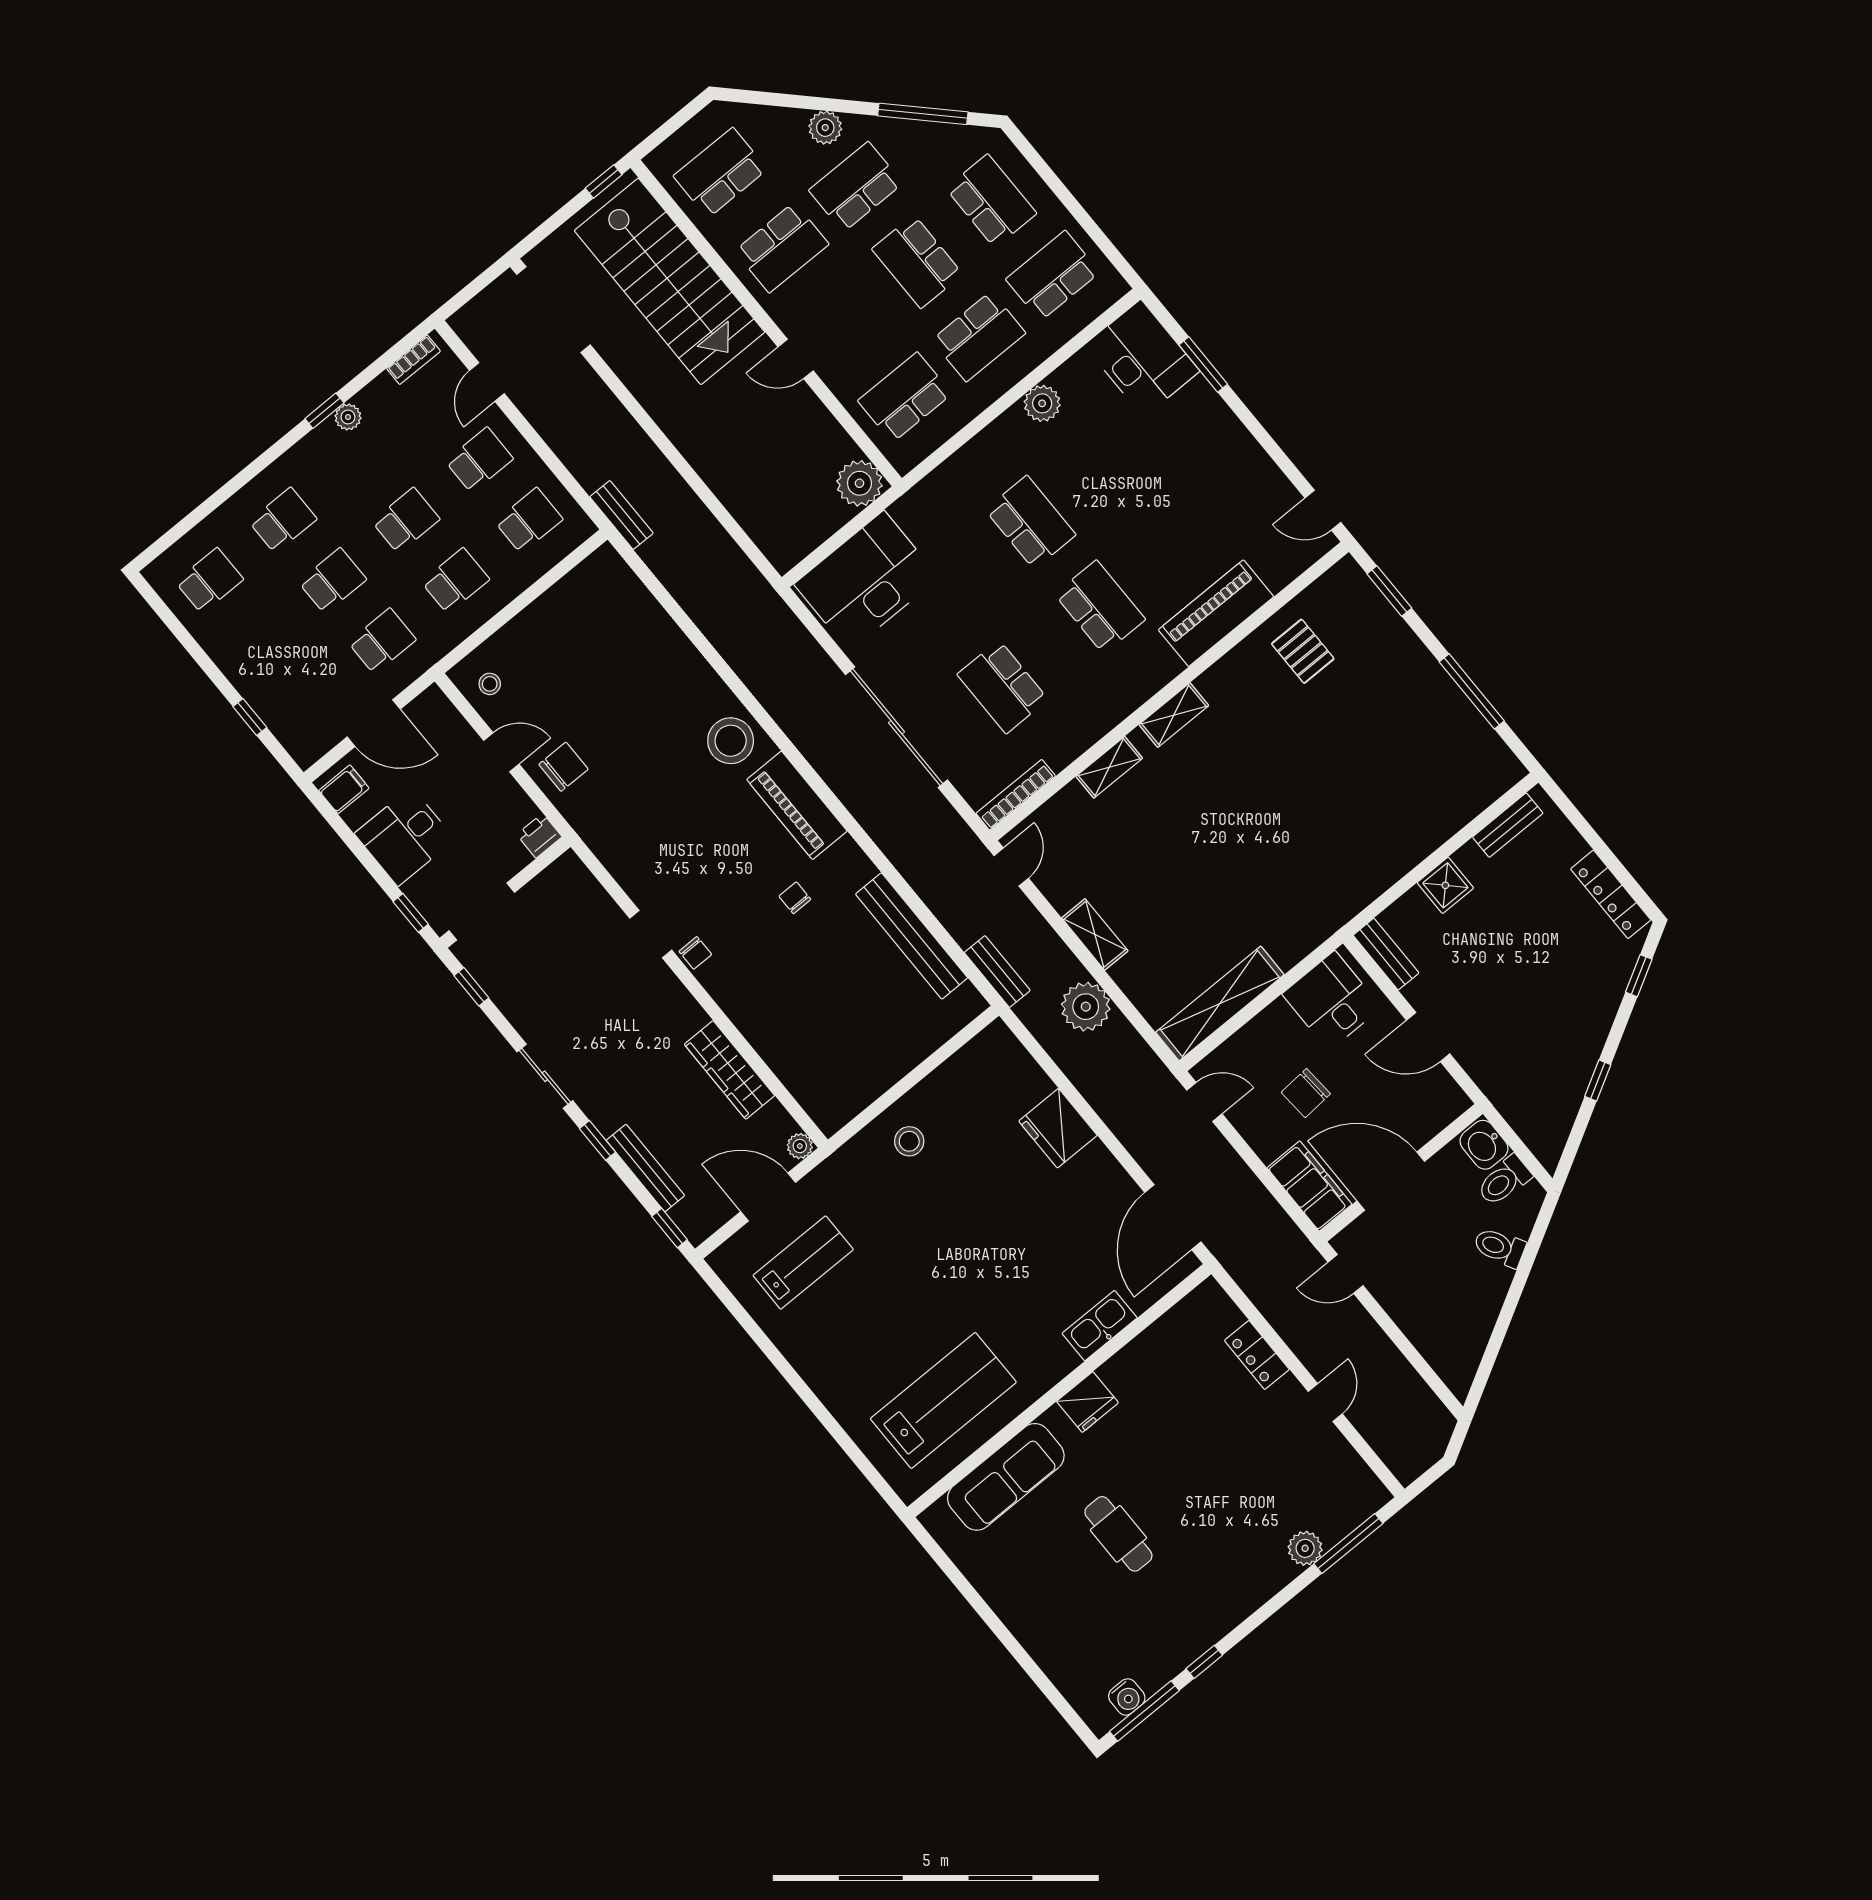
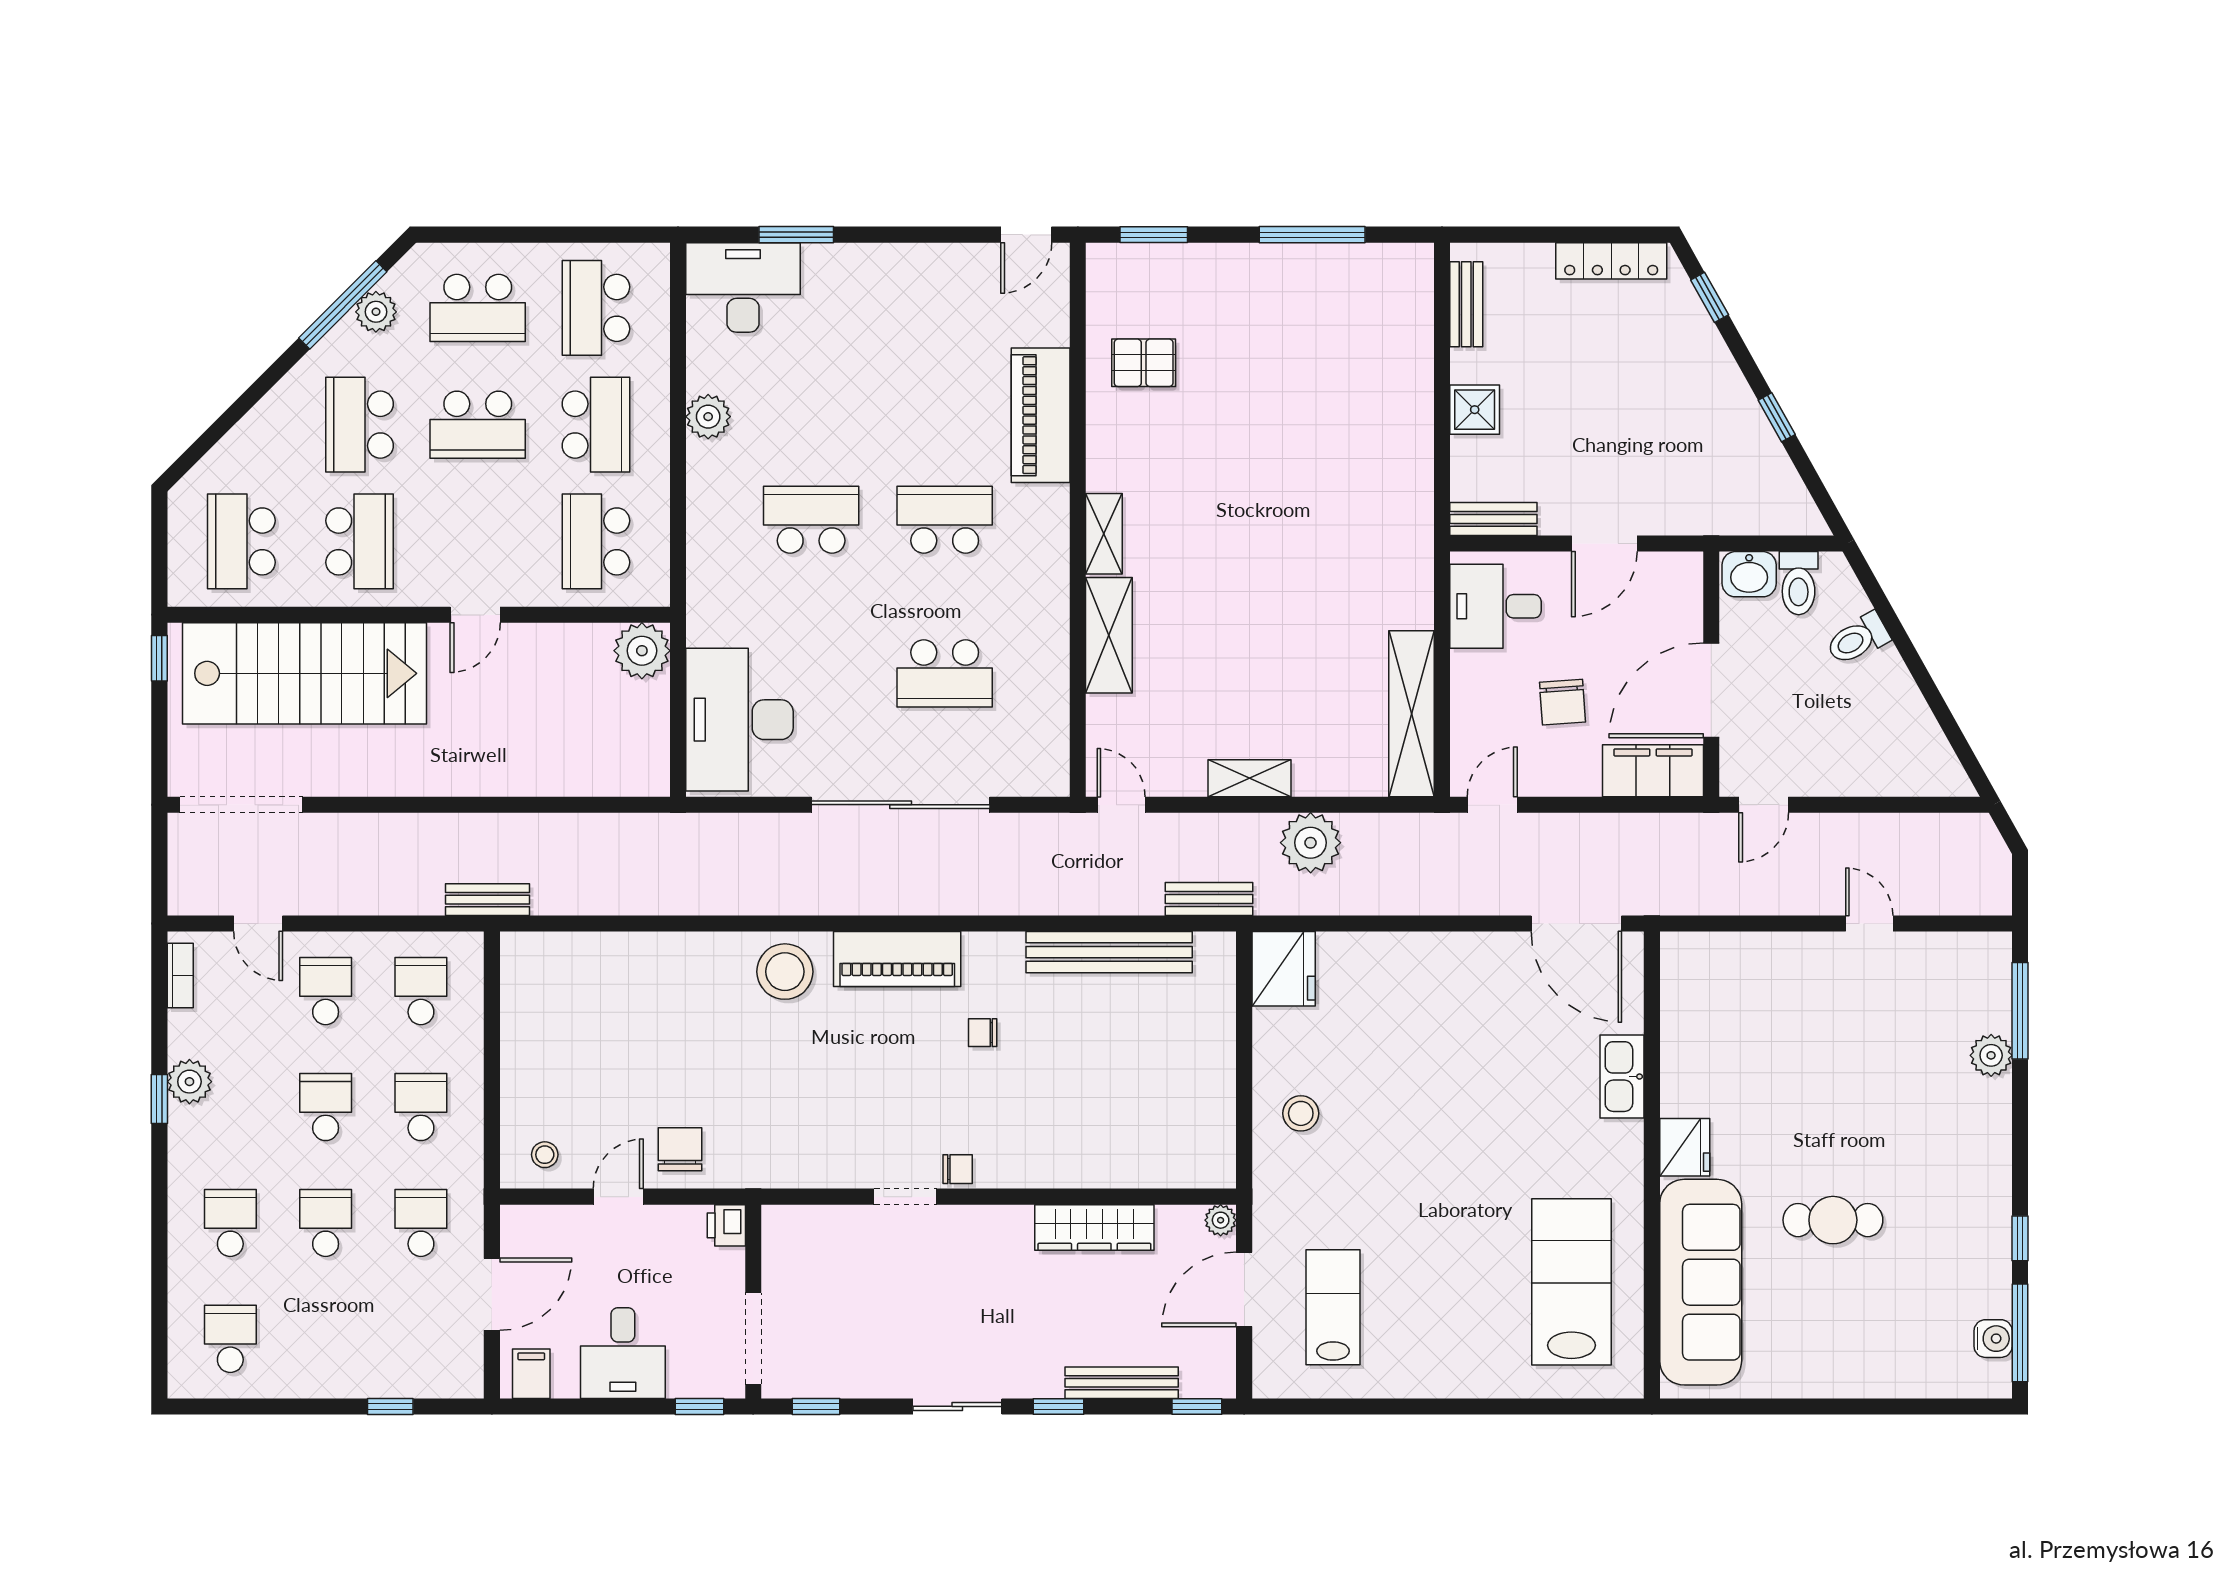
plant: (825, 128) -> (376, 312), moved
school desk: (991, 201) -> (478, 308), turned 180
plant: (348, 417) -> (189, 1082), width x1.38, depth x1.38
shelving: (1109, 767) -> (1109, 635), width x1.50, depth x1.33
bookcase: (1016, 795) -> (1057, 745), removed
fridge: (1058, 1128) -> (1284, 969), moved, turned -90
locker: (1257, 1355) -> (1771, 951), removed
sofa: (1006, 1477) -> (1701, 1282), width x1.36, depth x1.27

